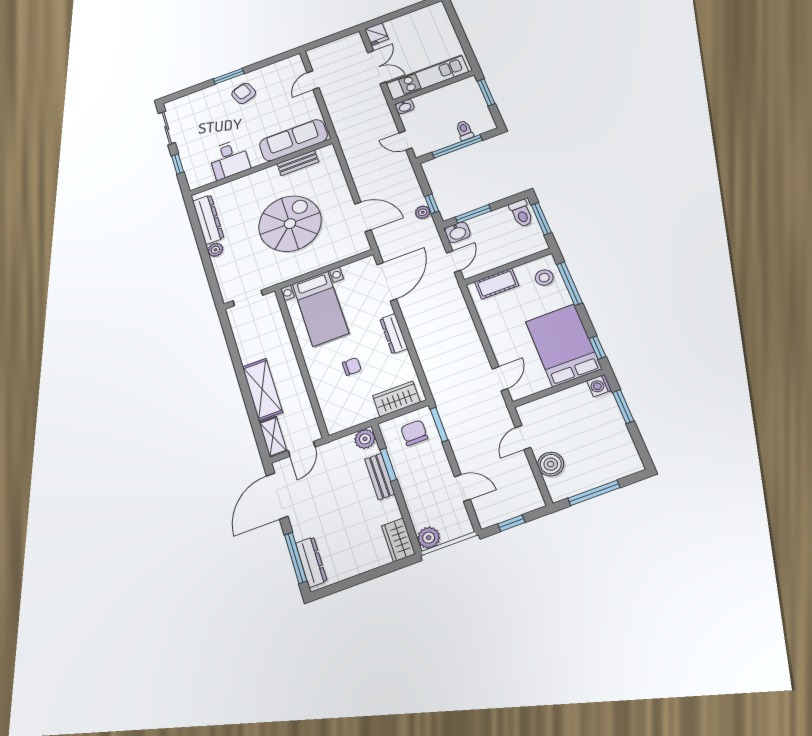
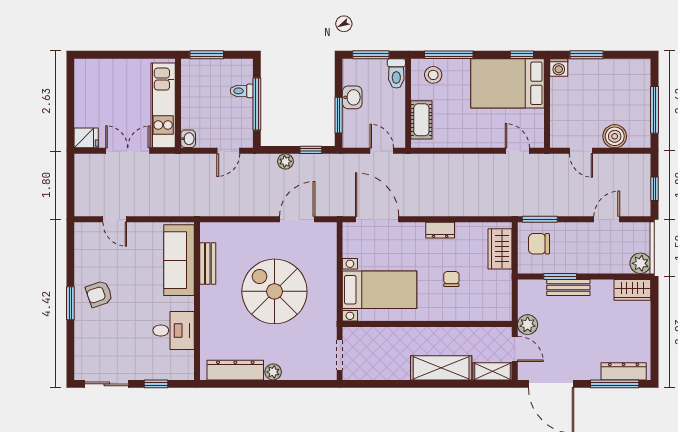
plant: (423, 212) -> (285, 161), moved
toilet: (521, 213) -> (396, 73), moved, turned 90
washbasin: (457, 232) -> (352, 97), moved
dresser: (394, 334) -> (440, 230), width x0.70
plant: (365, 439) -> (528, 325), moved

